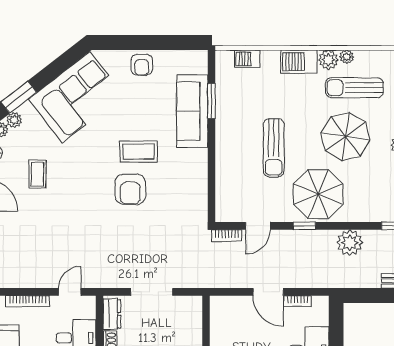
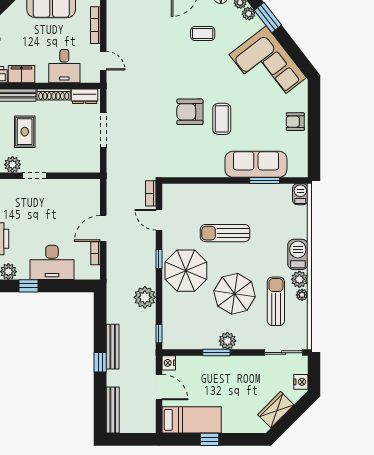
barbecue: (247, 59) -> (300, 194), moved

